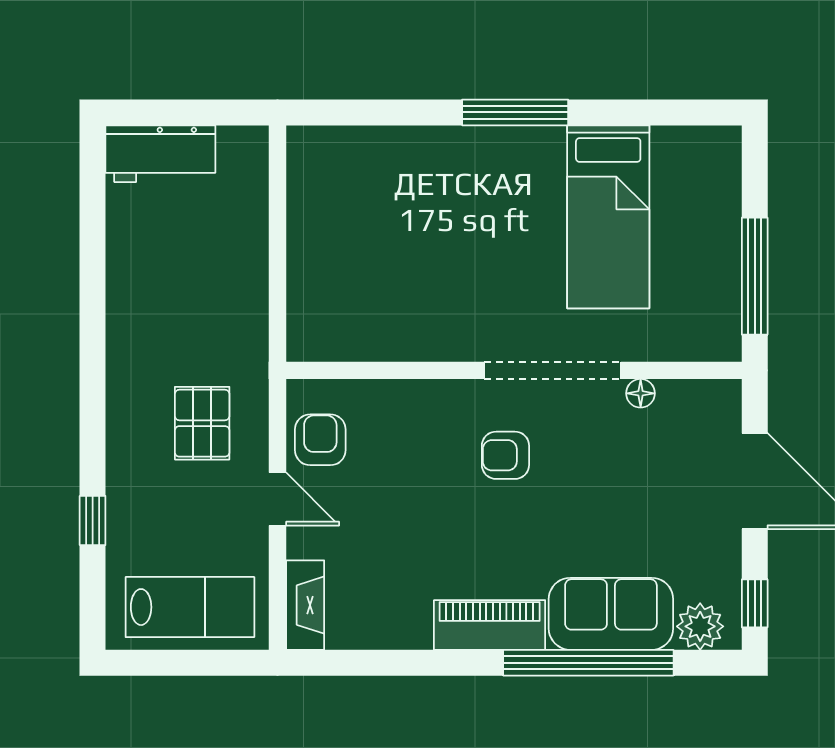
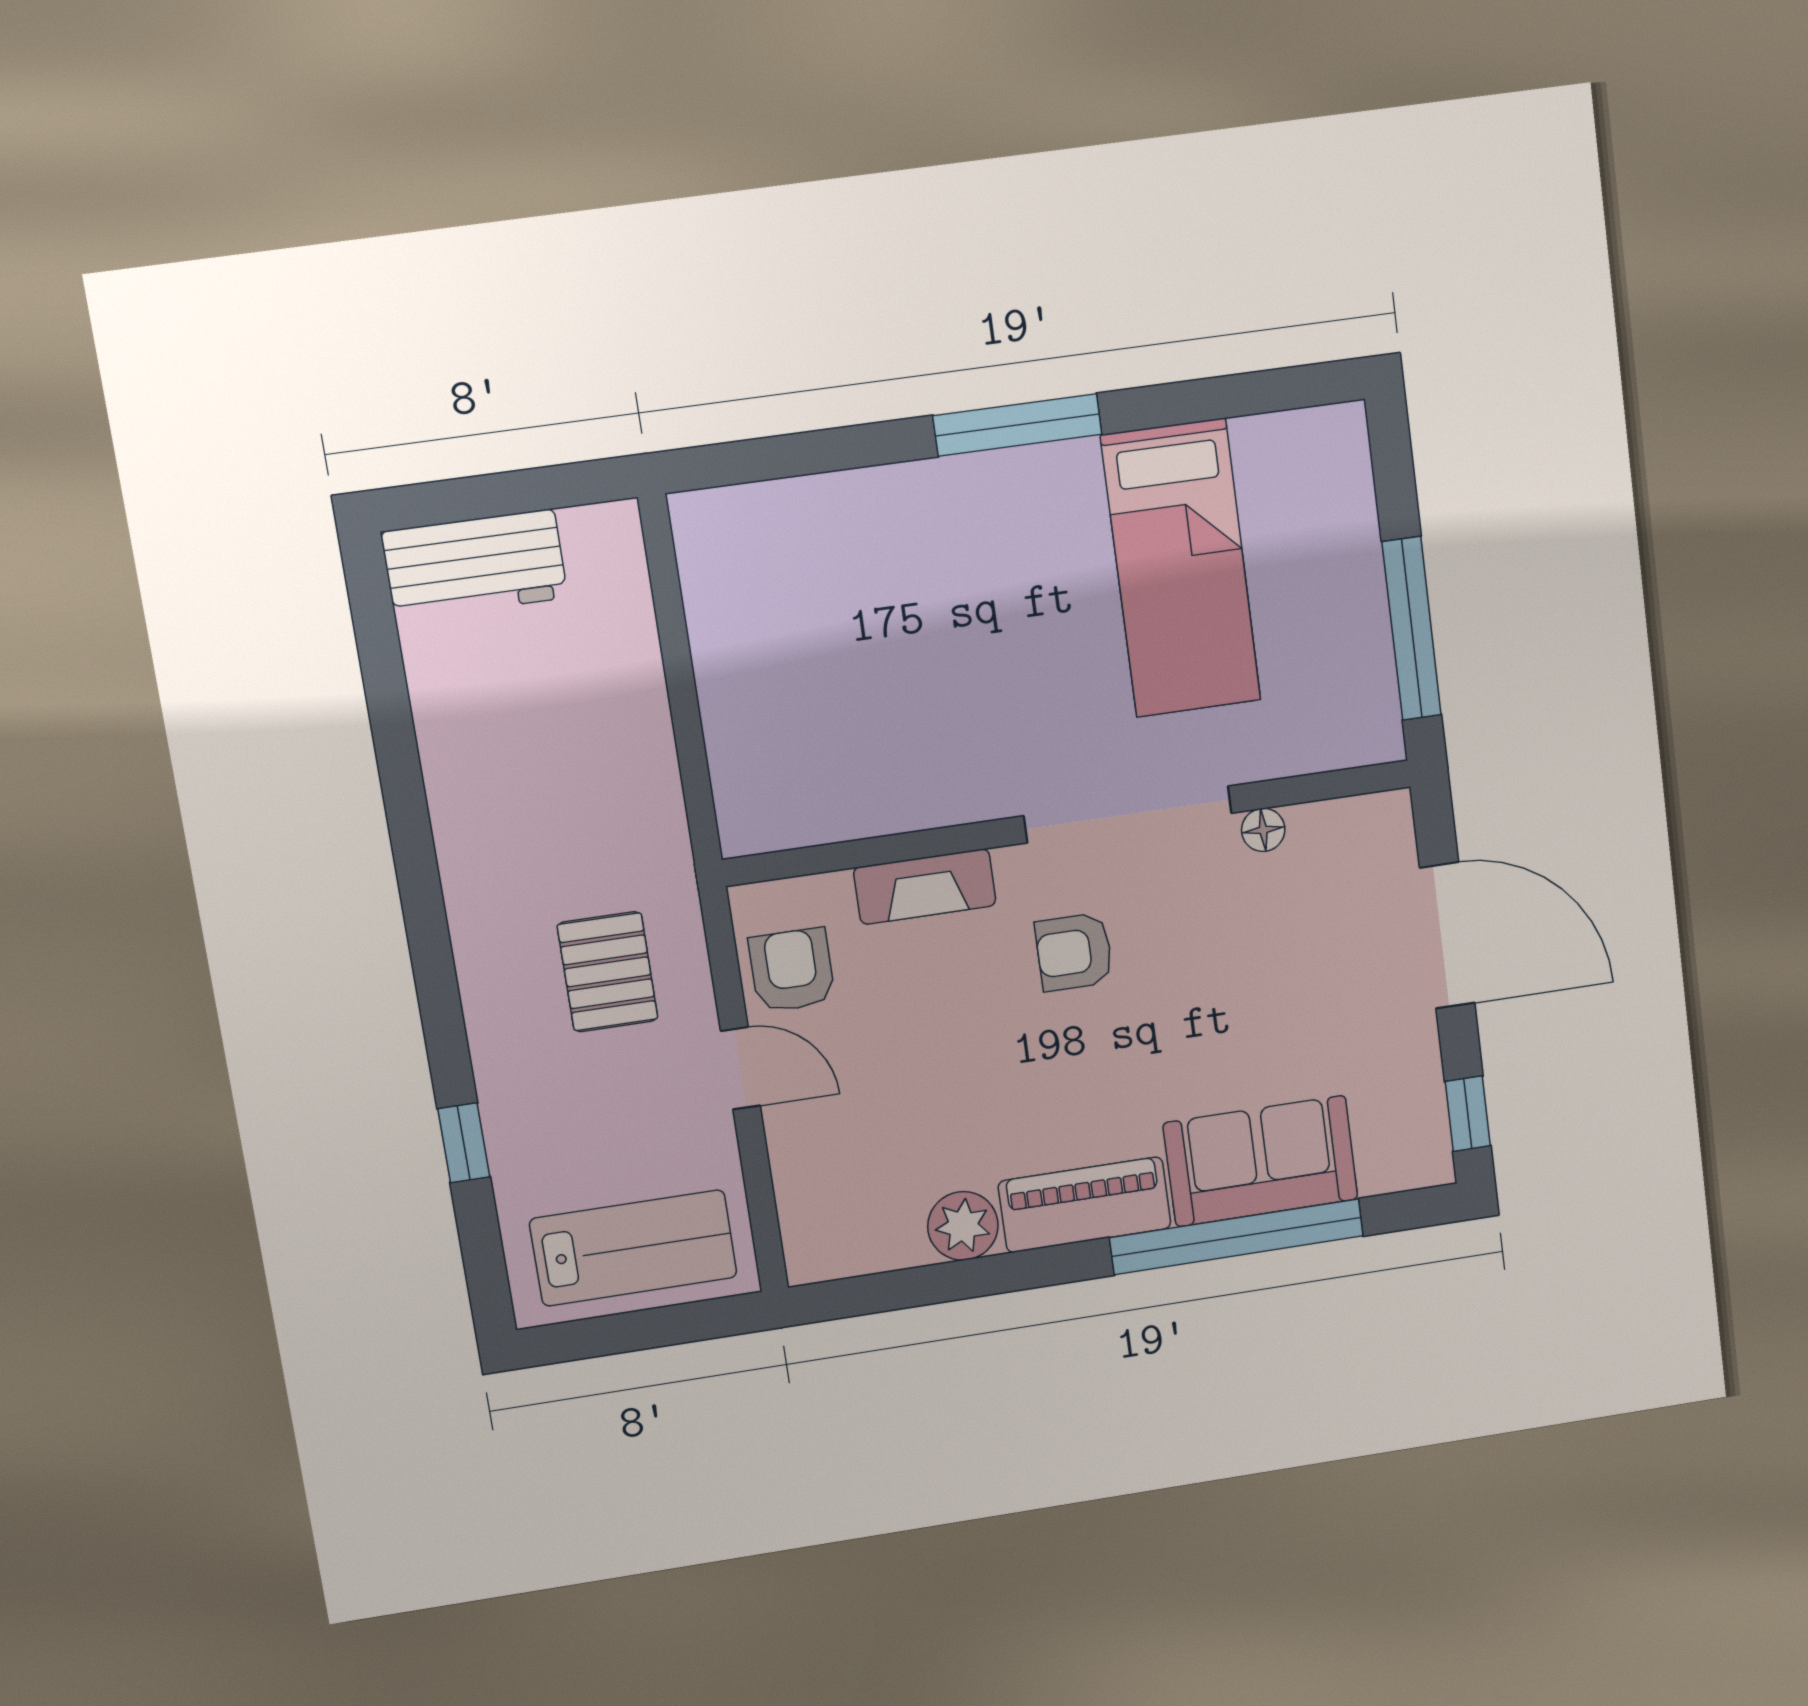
fireplace: (305, 605) -> (925, 887), moved, turned 90
plant: (700, 626) -> (963, 1226), moved

